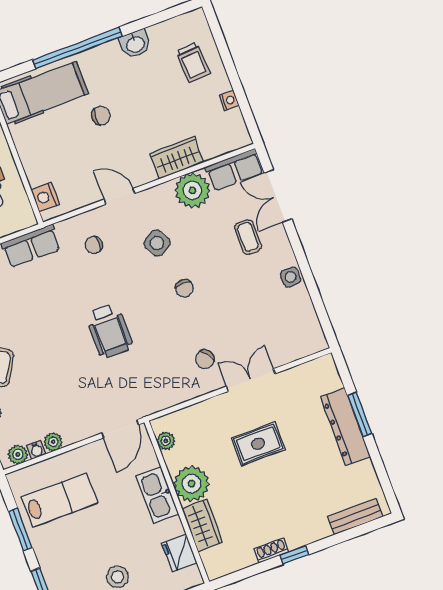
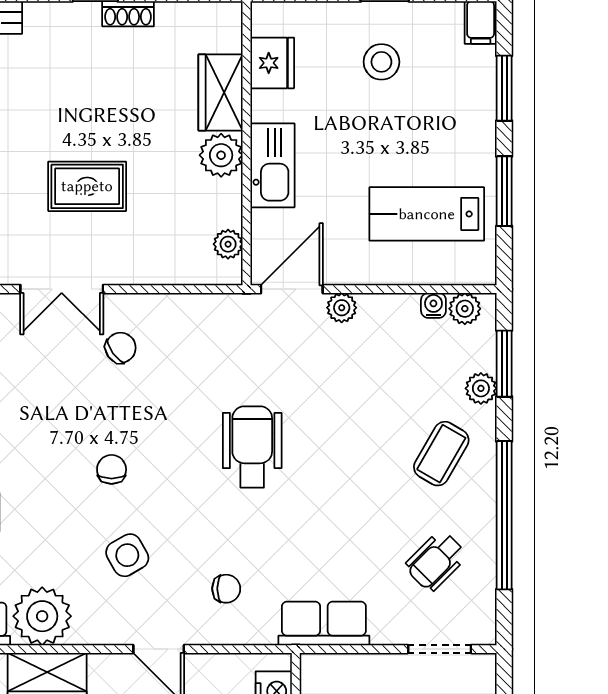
plant: (53, 442) -> (342, 308), moved
plant: (191, 484) -> (221, 155), width x0.73, depth x0.73

